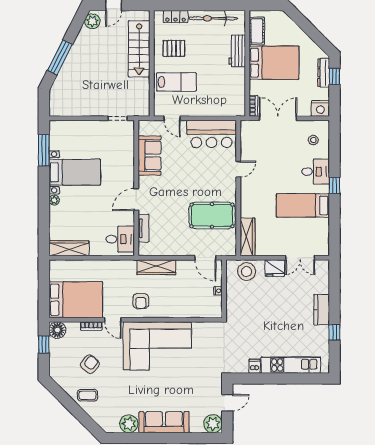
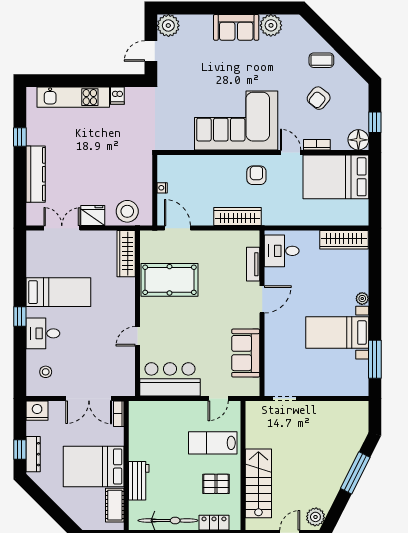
door: (172, 118) -> (218, 398), swing flipped
kitchen counter: (322, 310) -> (36, 174), width x1.50
sofa: (164, 422) -> (236, 27), width x0.73

